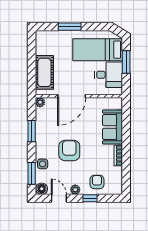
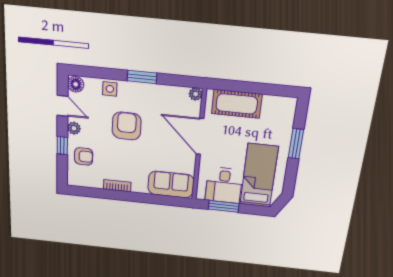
window: (126, 62) -> (224, 206), moved
sofa: (112, 127) -> (171, 185), moved
window: (32, 131) -> (142, 77), moved
armchair: (69, 150) -> (127, 126), turned -90
window: (32, 173) -> (97, 73), removed
door: (59, 198) -> (63, 106), hinge flipped

